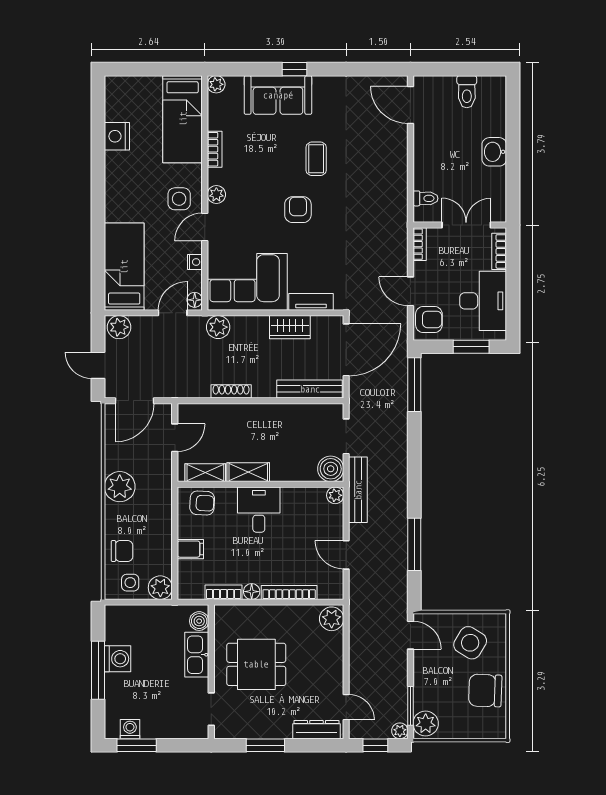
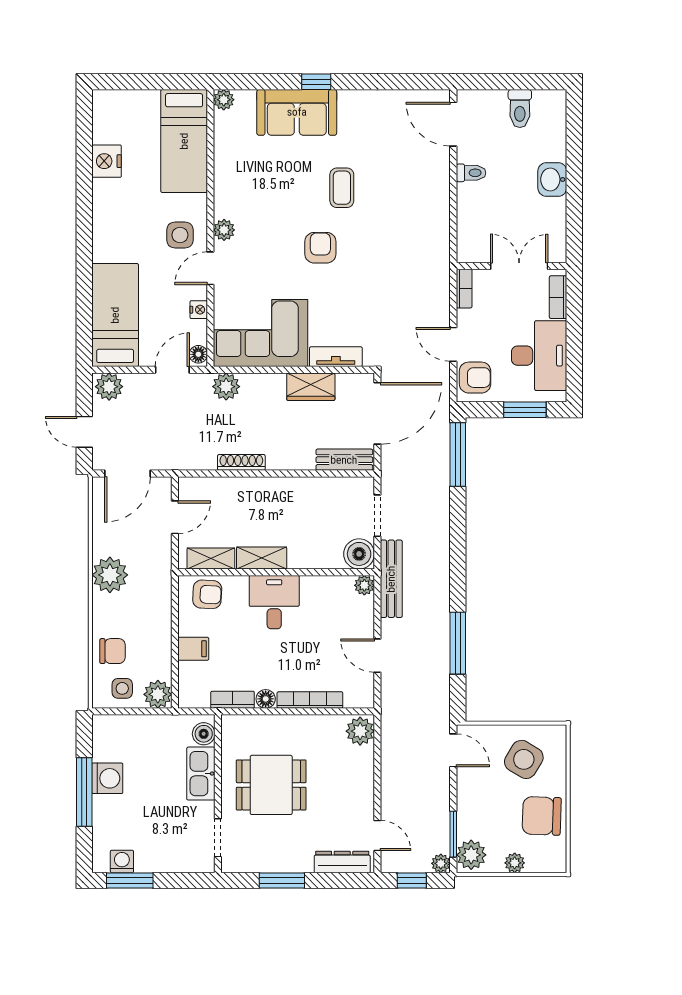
bookcase: (215, 149) -> (222, 176), removed
toilet: (425, 198) -> (471, 173), moved
bench: (310, 389) -> (344, 460), width x0.73
plant: (462, 730) -> (515, 863), added

